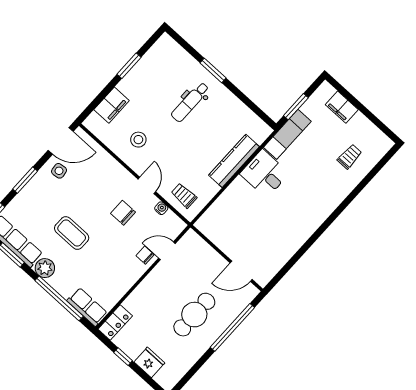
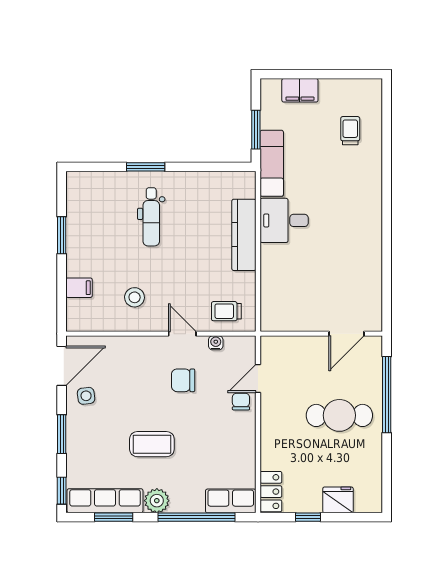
filing cabinet: (112, 105) -> (79, 288), width x0.50
chair: (145, 255) -> (241, 402), turned 90
cafe table: (194, 315) -> (339, 415), turned 90

